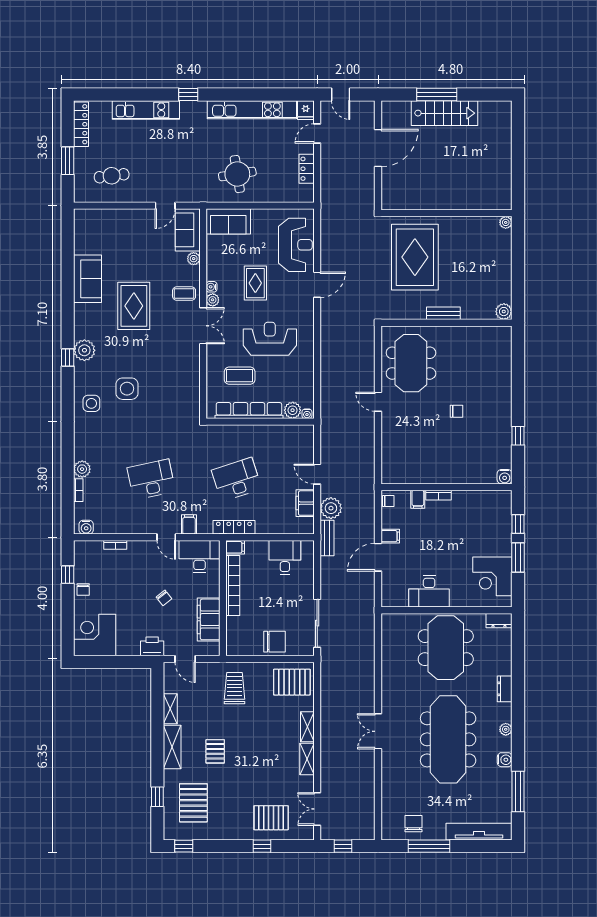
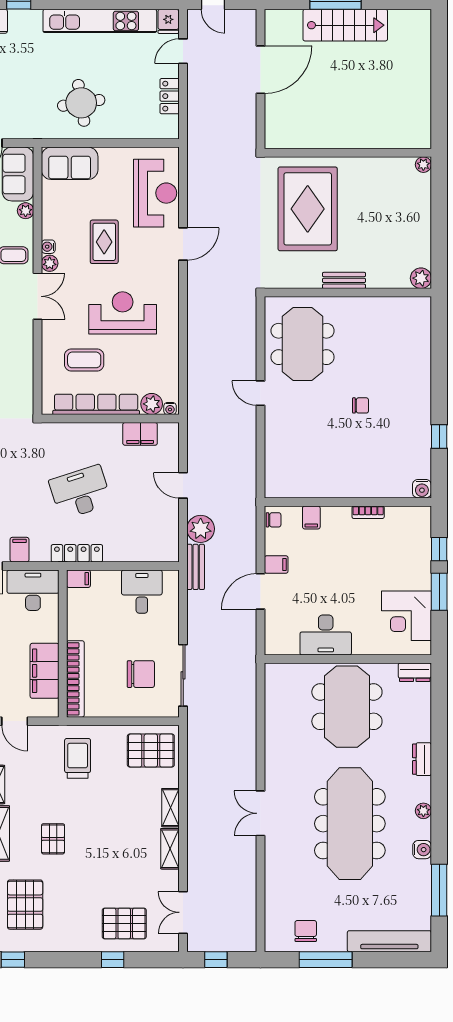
bookcase: (438, 495) -> (368, 512), moved
filing cabinet: (305, 503) -> (140, 434), moved, turned -90
bookcase: (233, 585) -> (75, 679), moved
chair: (275, 642) -> (141, 674), moved

